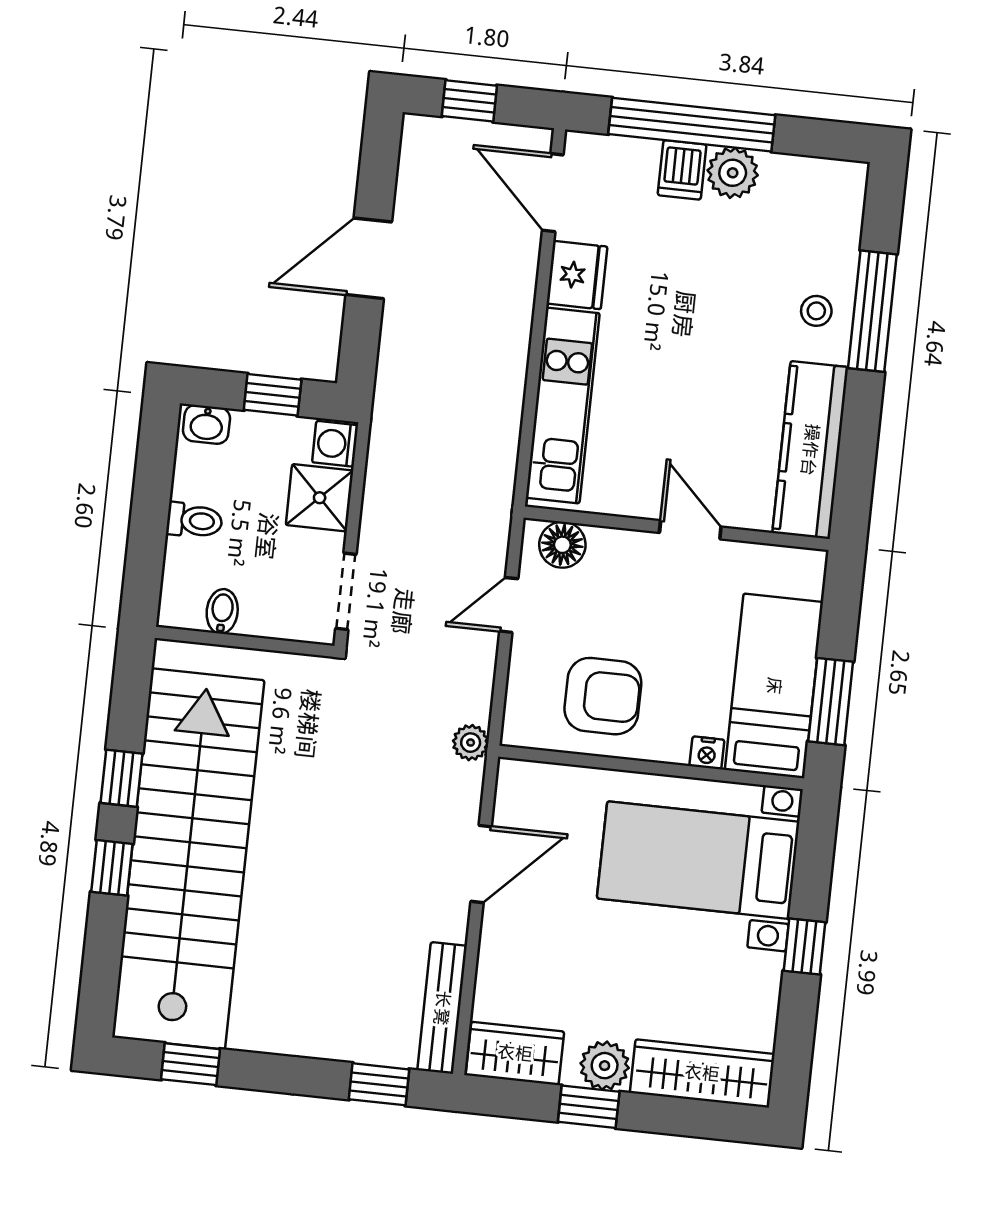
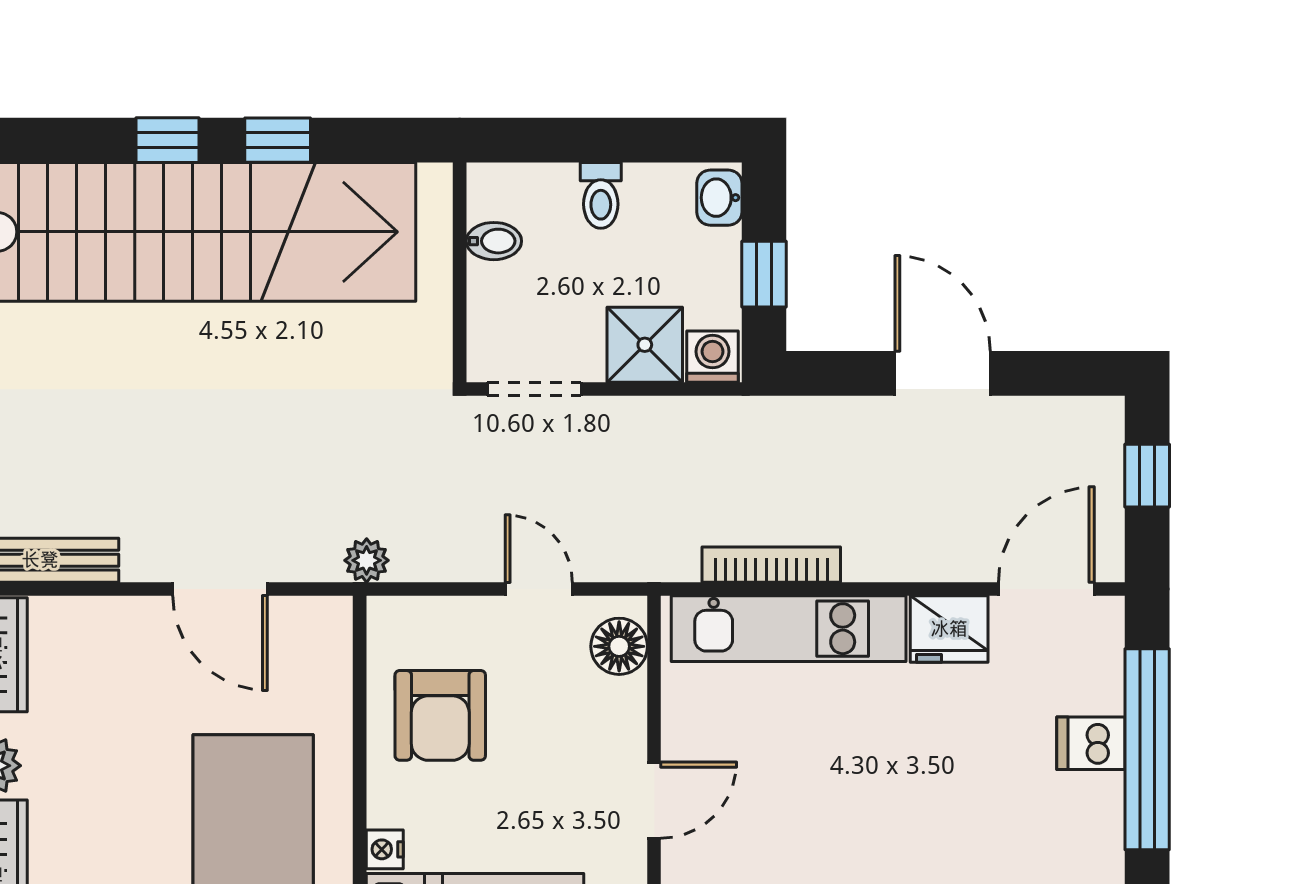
plant: (733, 173) -> (1094, 805), removed
bookcase: (509, 414) -> (771, 565), added

